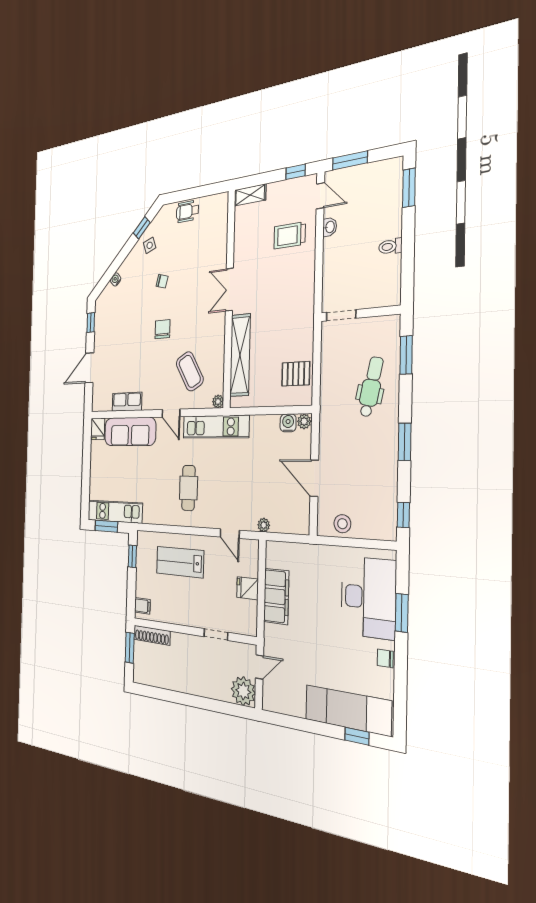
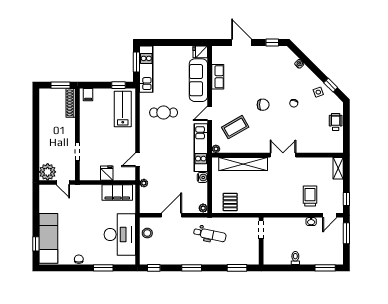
dental chair: (371, 387) -> (210, 235), moved
water cooler: (288, 423) -> (202, 178), moved
cafe table: (188, 488) -> (164, 113), moved
lab bench: (180, 562) -> (123, 109), moved
filing cabinet: (276, 596) -> (117, 193), moved
desk: (368, 597) -> (120, 235), moved, turned -90

